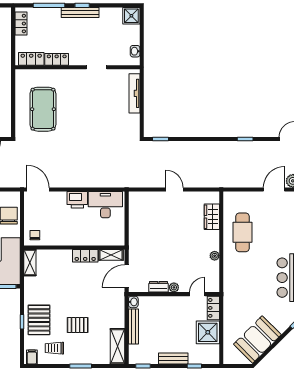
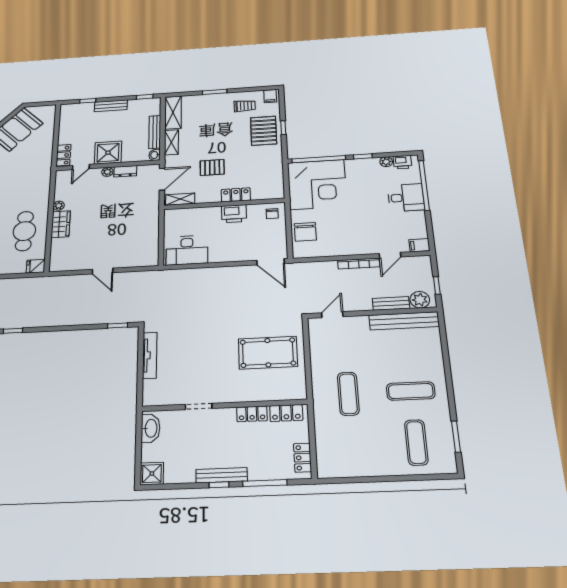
washbasin: (135, 51) -> (151, 428), width x1.91, depth x1.45
tv unit: (135, 93) -> (150, 355), moved
pool table: (43, 109) -> (268, 353), turned 90
fridge: (231, 198) -> (36, 266), added
printer: (77, 200) -> (234, 214), moved, turned 180
wardrobe: (212, 217) -> (61, 224), moved
locker: (85, 256) -> (236, 195), moved
shelving: (30, 263) -> (171, 142), moved
pallet: (78, 325) -> (212, 167), moved
shower: (208, 332) -> (108, 153), moved

